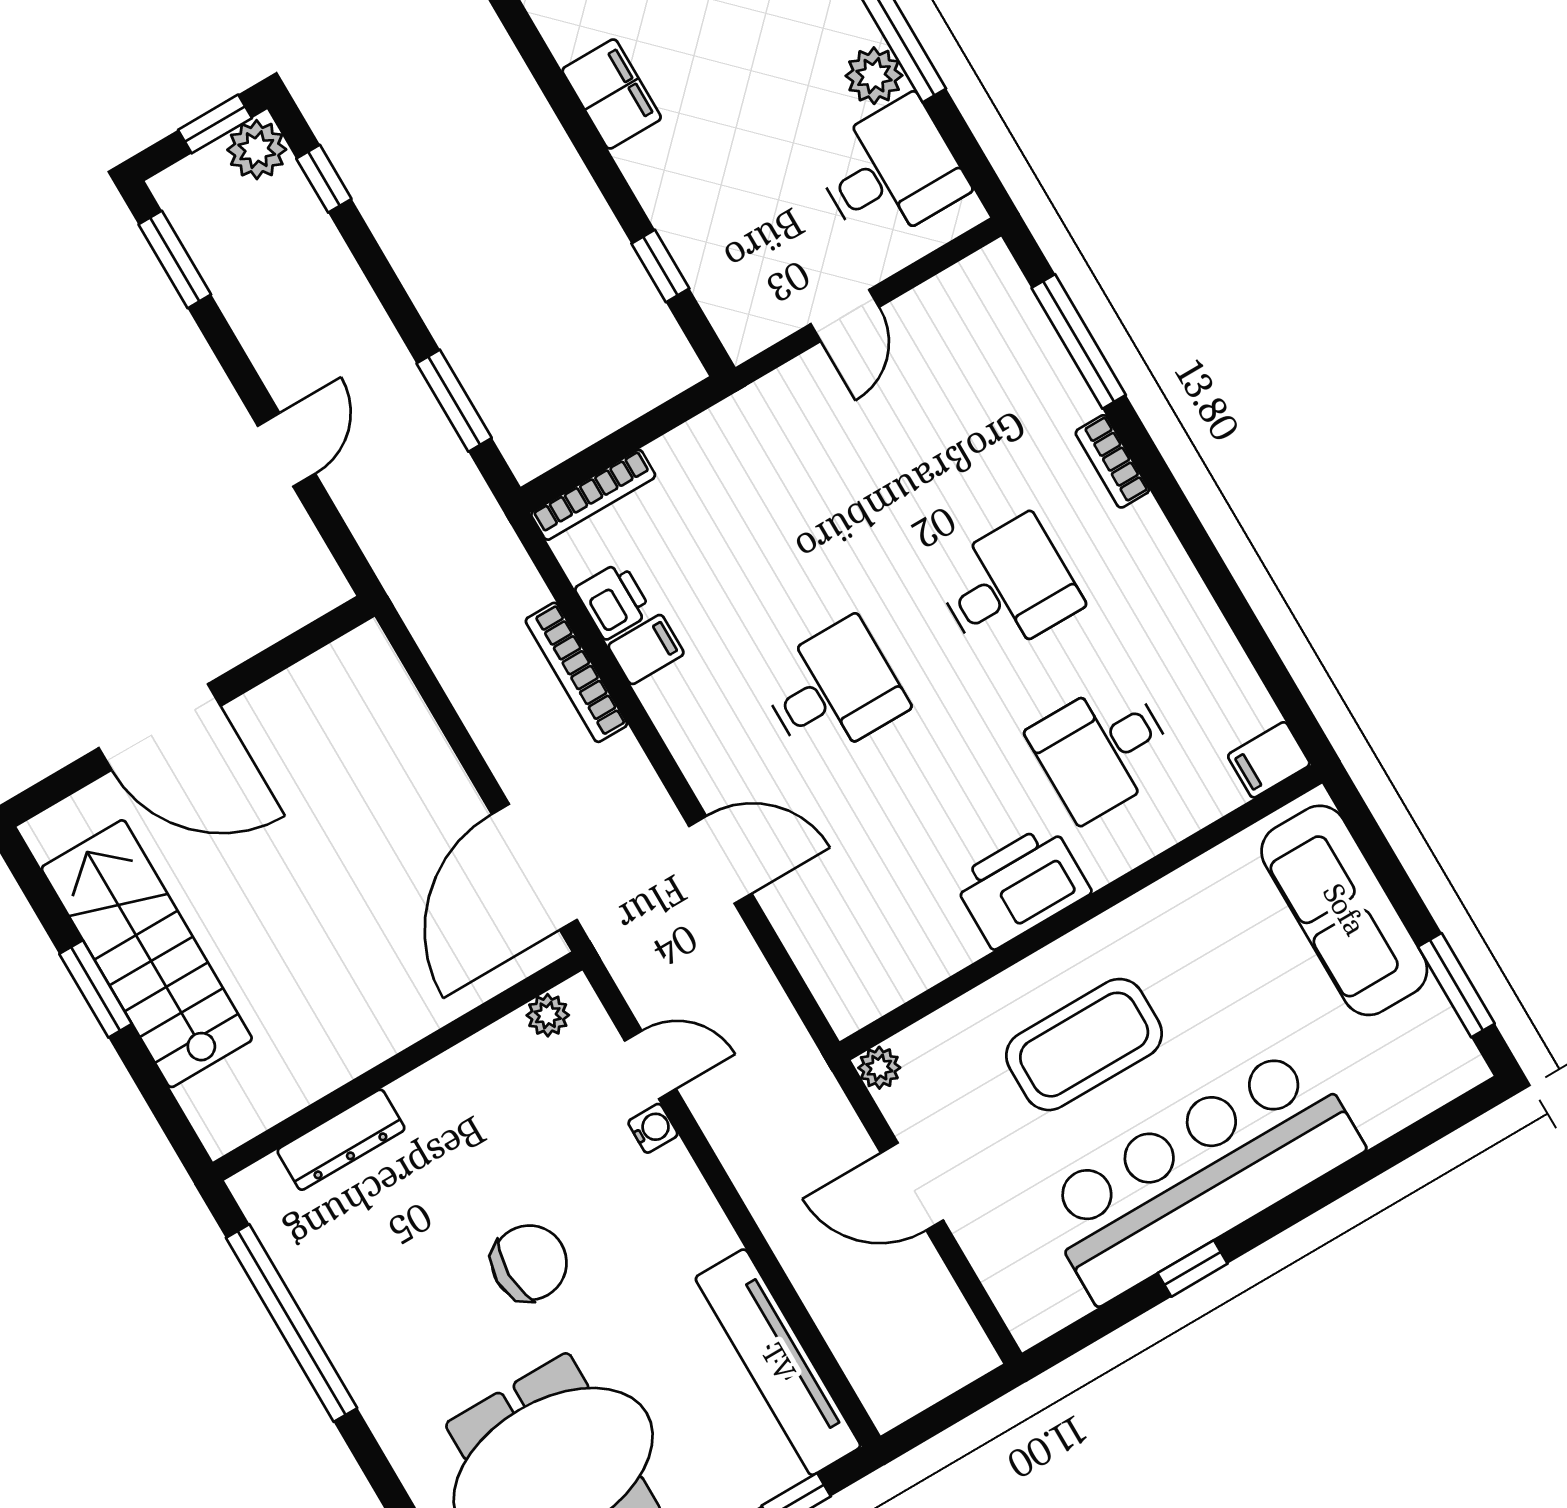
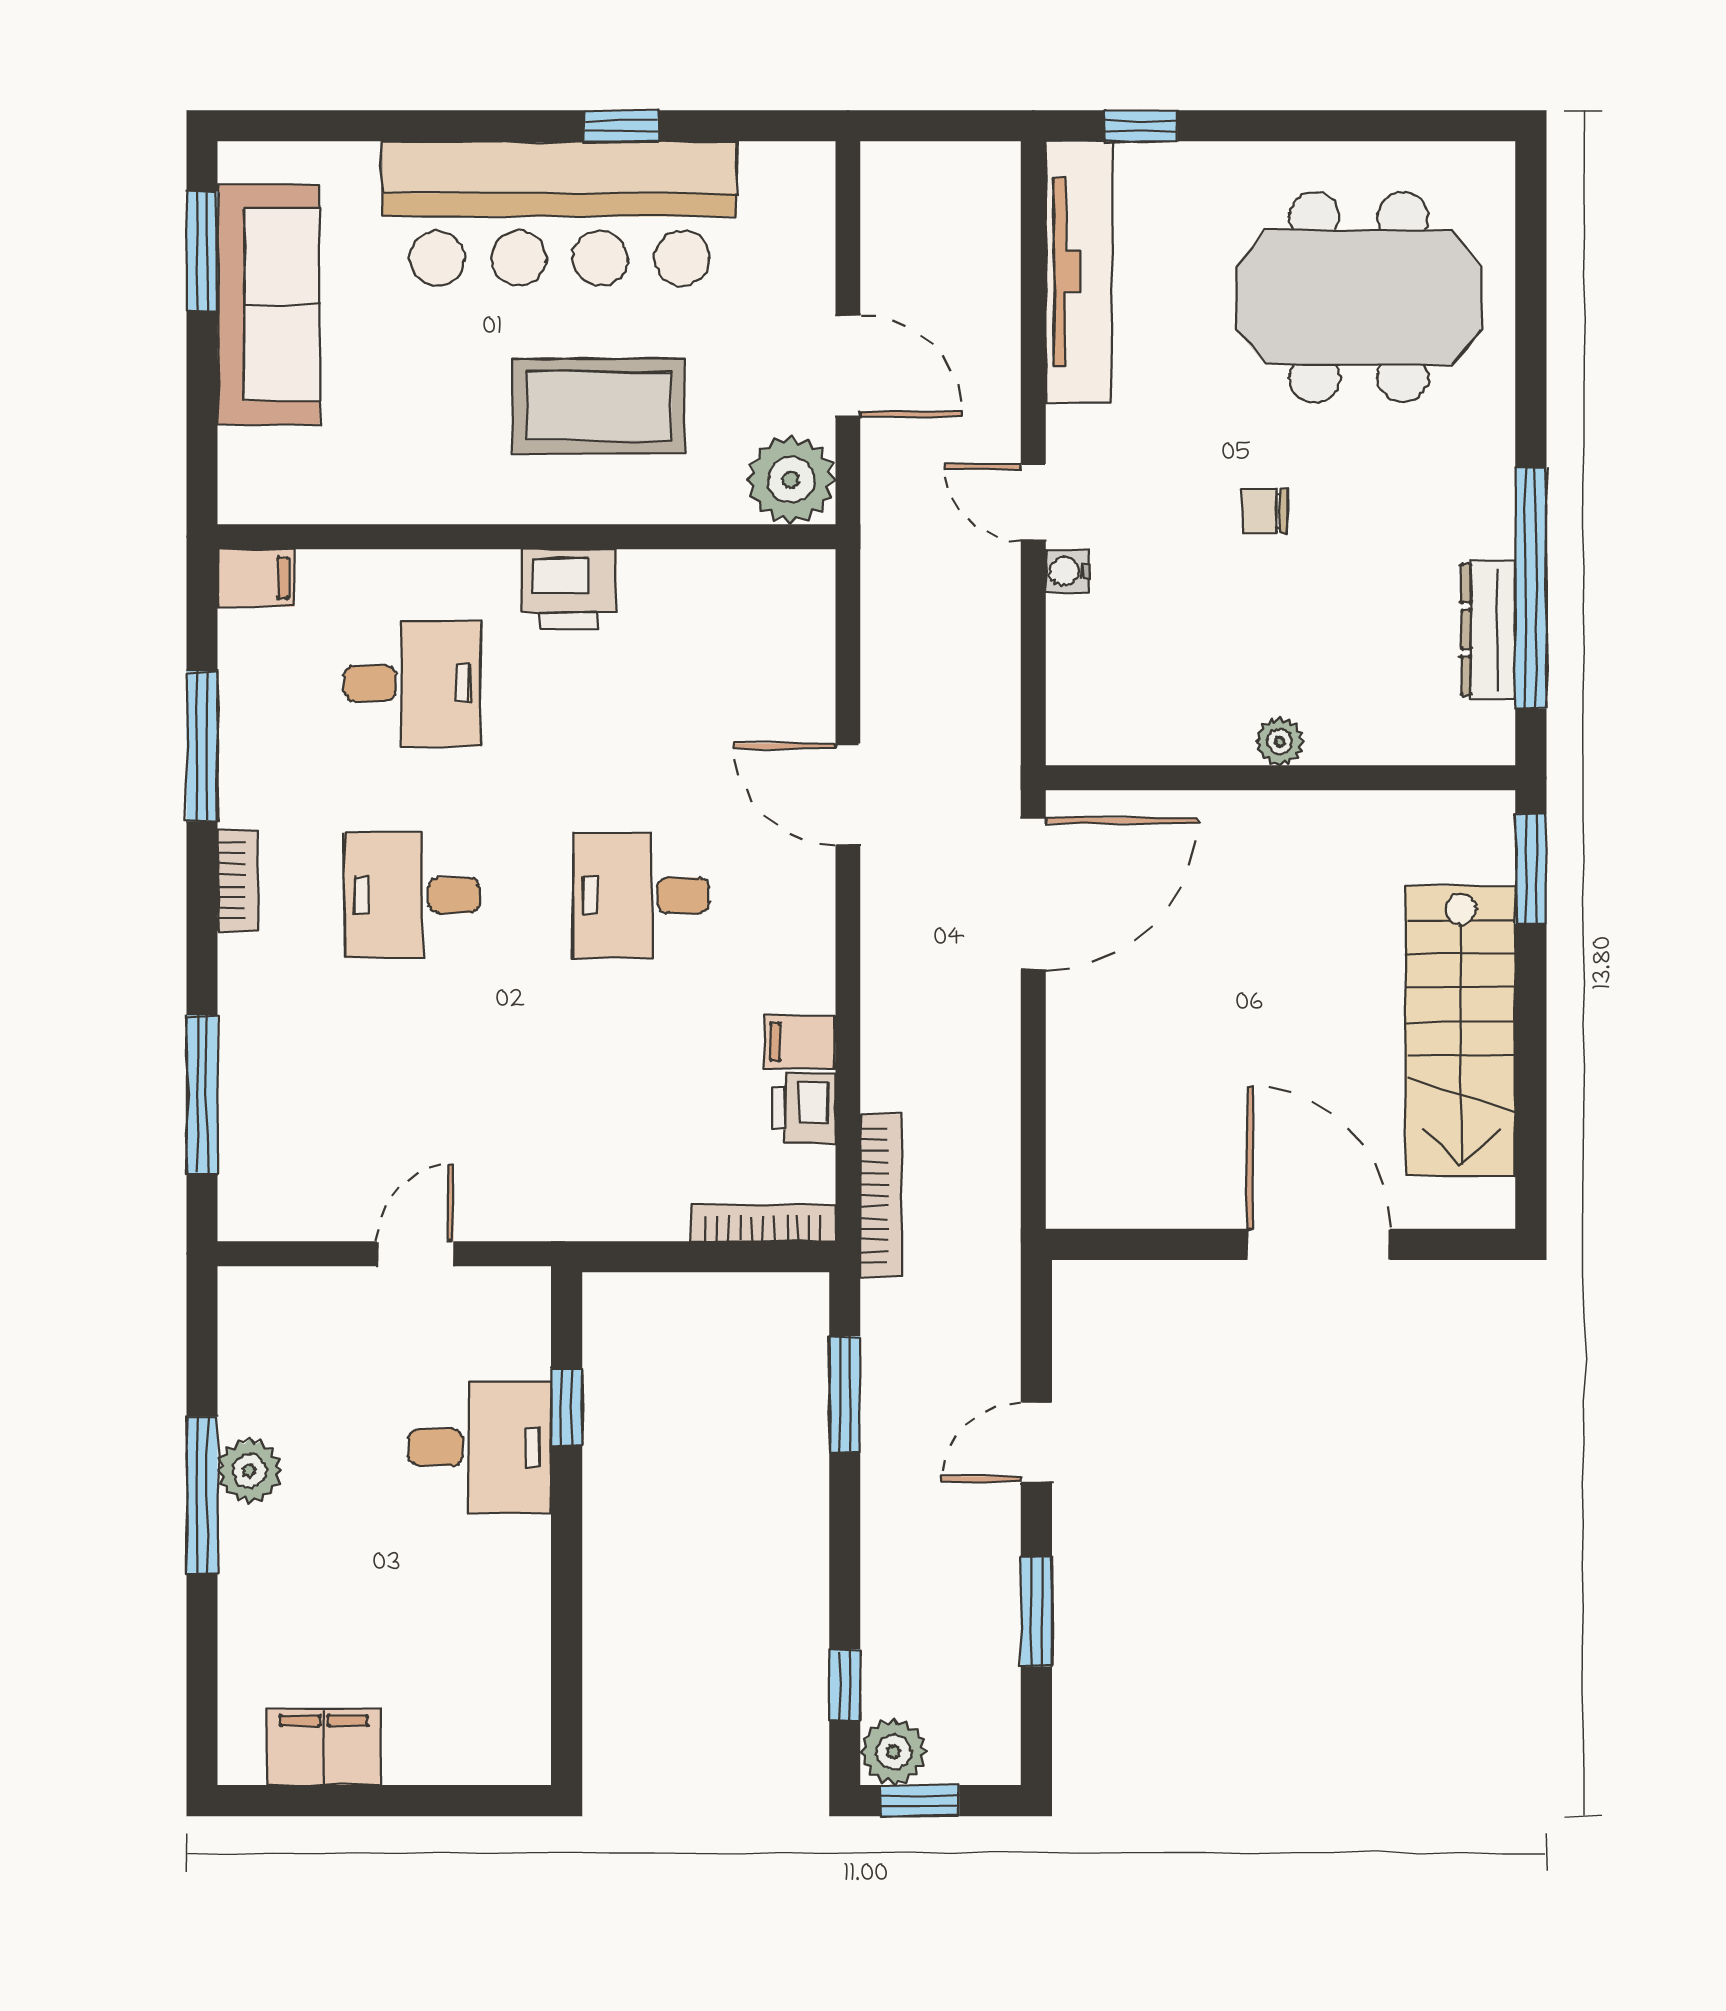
filing cabinet: (612, 94) -> (516, 1603), removed
desk: (890, 172) -> (480, 1447), moved, turned 180
window: (175, 259) -> (1036, 1612), moved
bookcase: (1112, 461) -> (238, 880), moved
window: (1235, 607) -> (202, 746), added
bookcase: (576, 672) -> (881, 1196), moved
printer: (1022, 886) -> (569, 589), width x0.73, depth x0.84
sofa: (1344, 910) -> (269, 305), moved
window: (96, 989) -> (1531, 869), moved
plant: (548, 1015) -> (1280, 741), moved
door: (650, 1065) -> (1033, 502), moved
plant: (879, 1068) -> (791, 480), width x1.88, depth x1.88
dresser: (341, 1140) -> (1488, 629), moved, turned -90
chair: (529, 1263) -> (1265, 511), width x0.54, depth x0.54

